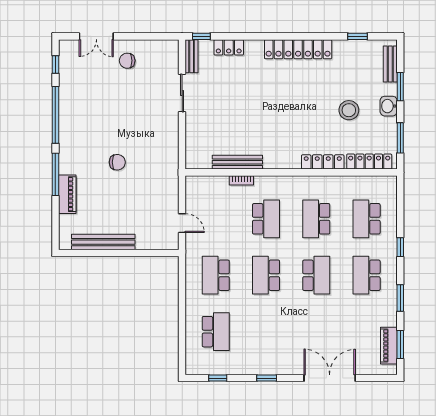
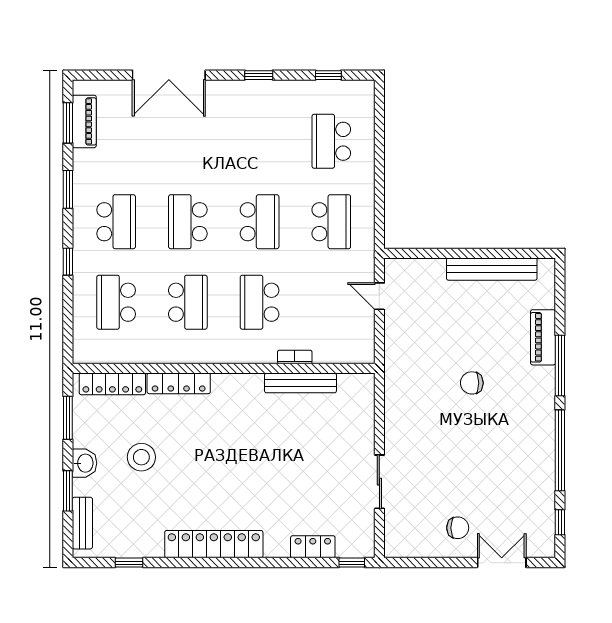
bench: (192, 56) -> (366, 534), removed
school desk: (367, 219) -> (116, 302), turned 180

